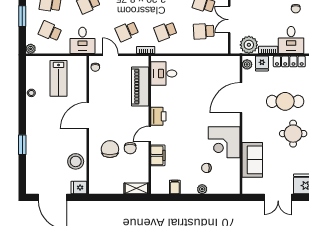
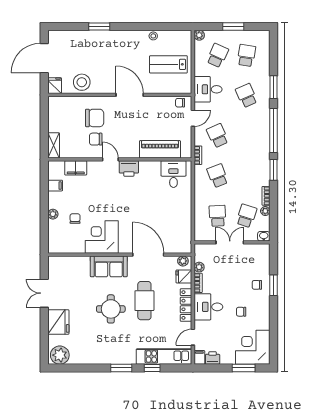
plant: (249, 45) -> (199, 267), width x0.53, depth x0.53
filing cabinet: (158, 155) -> (76, 168), moved
sofa: (252, 160) -> (109, 266), moved

